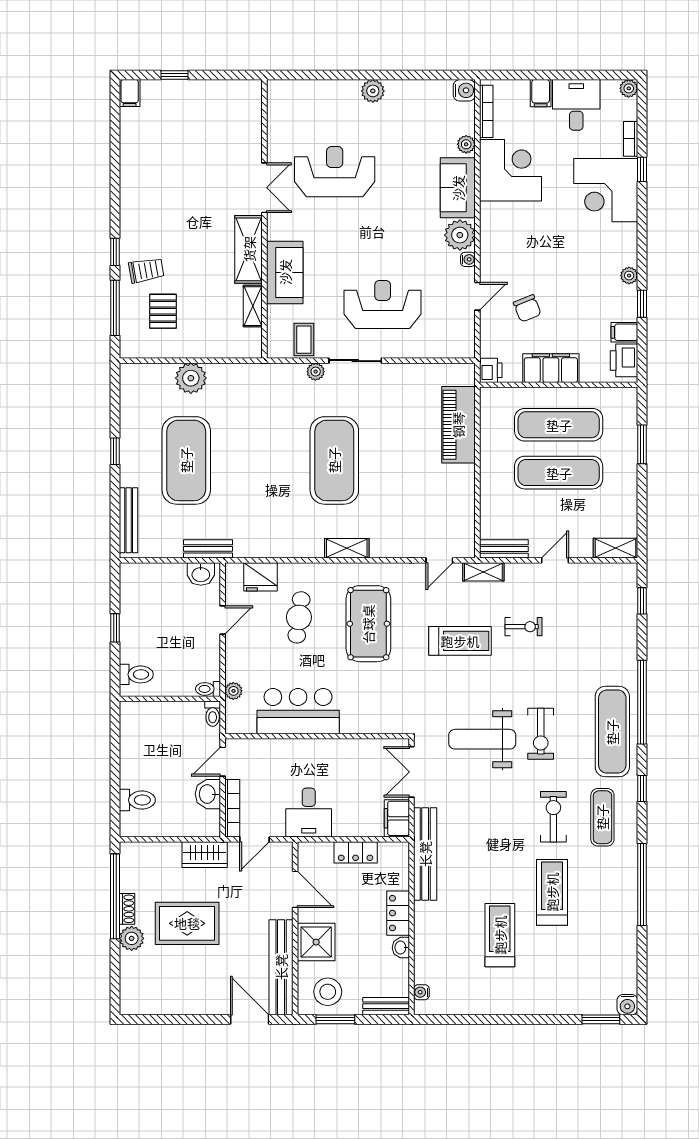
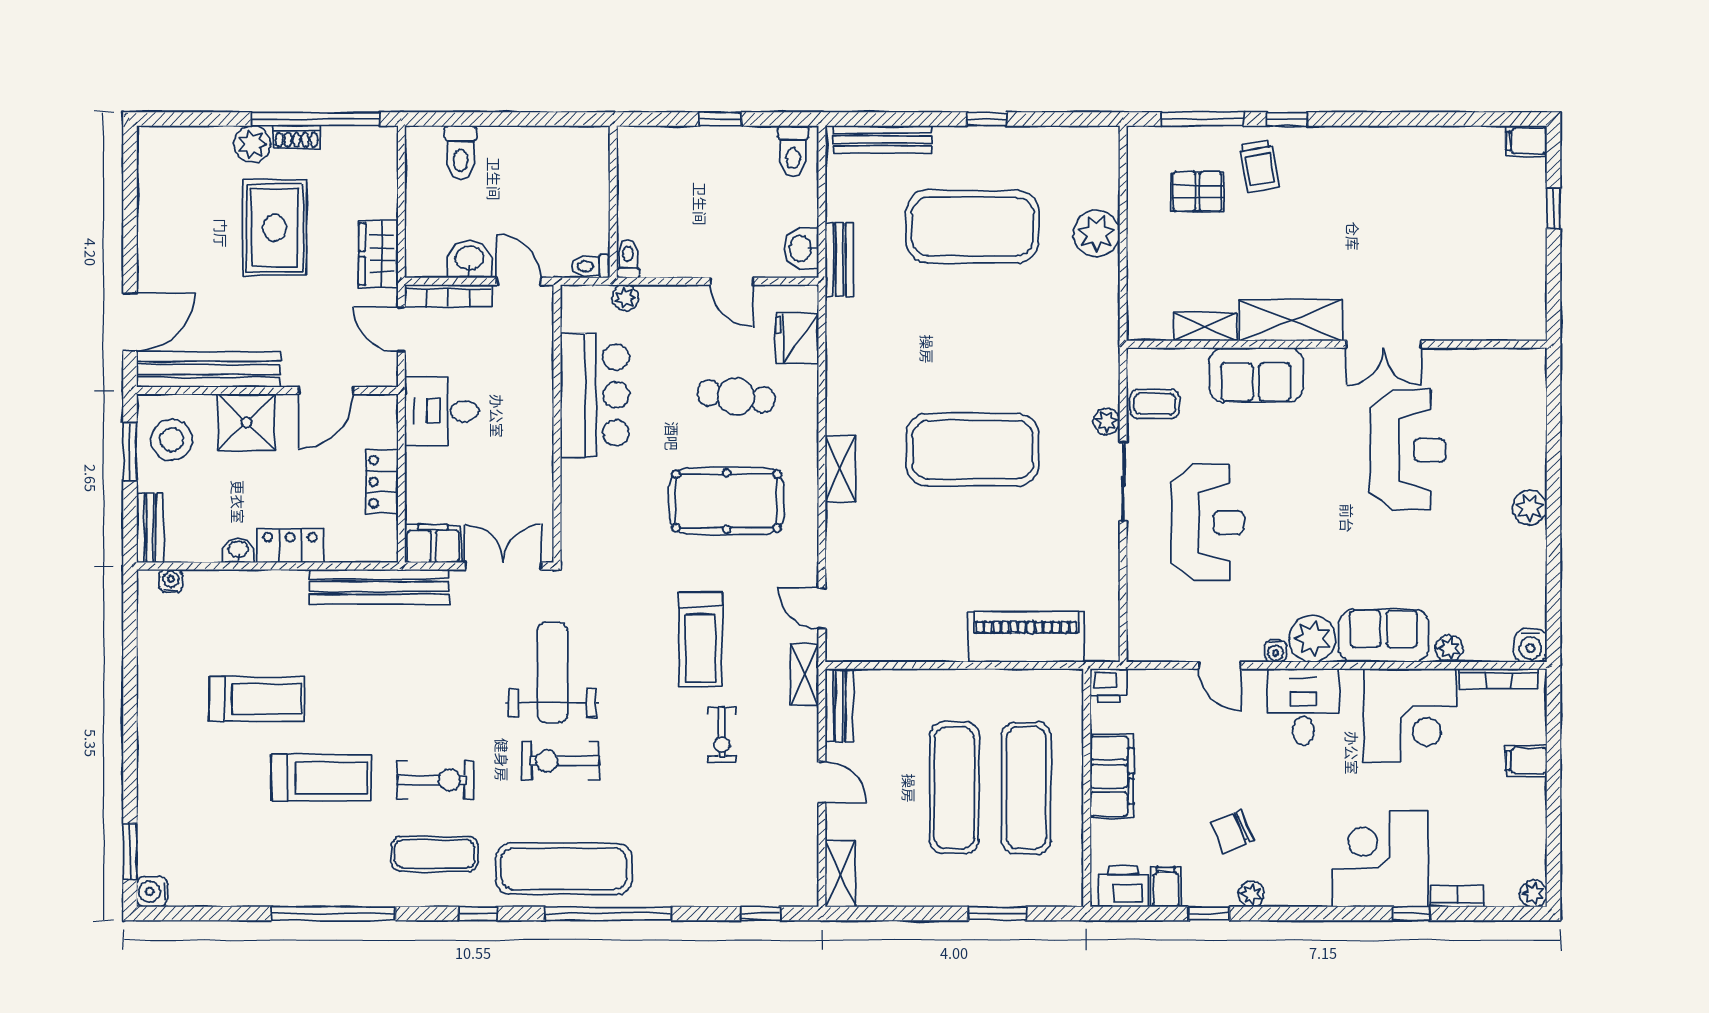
desk: (576, 105) -> (1303, 707), moved, turned -90
chair: (527, 308) -> (1232, 832), moved
toilet: (136, 674) -> (793, 151), moved

